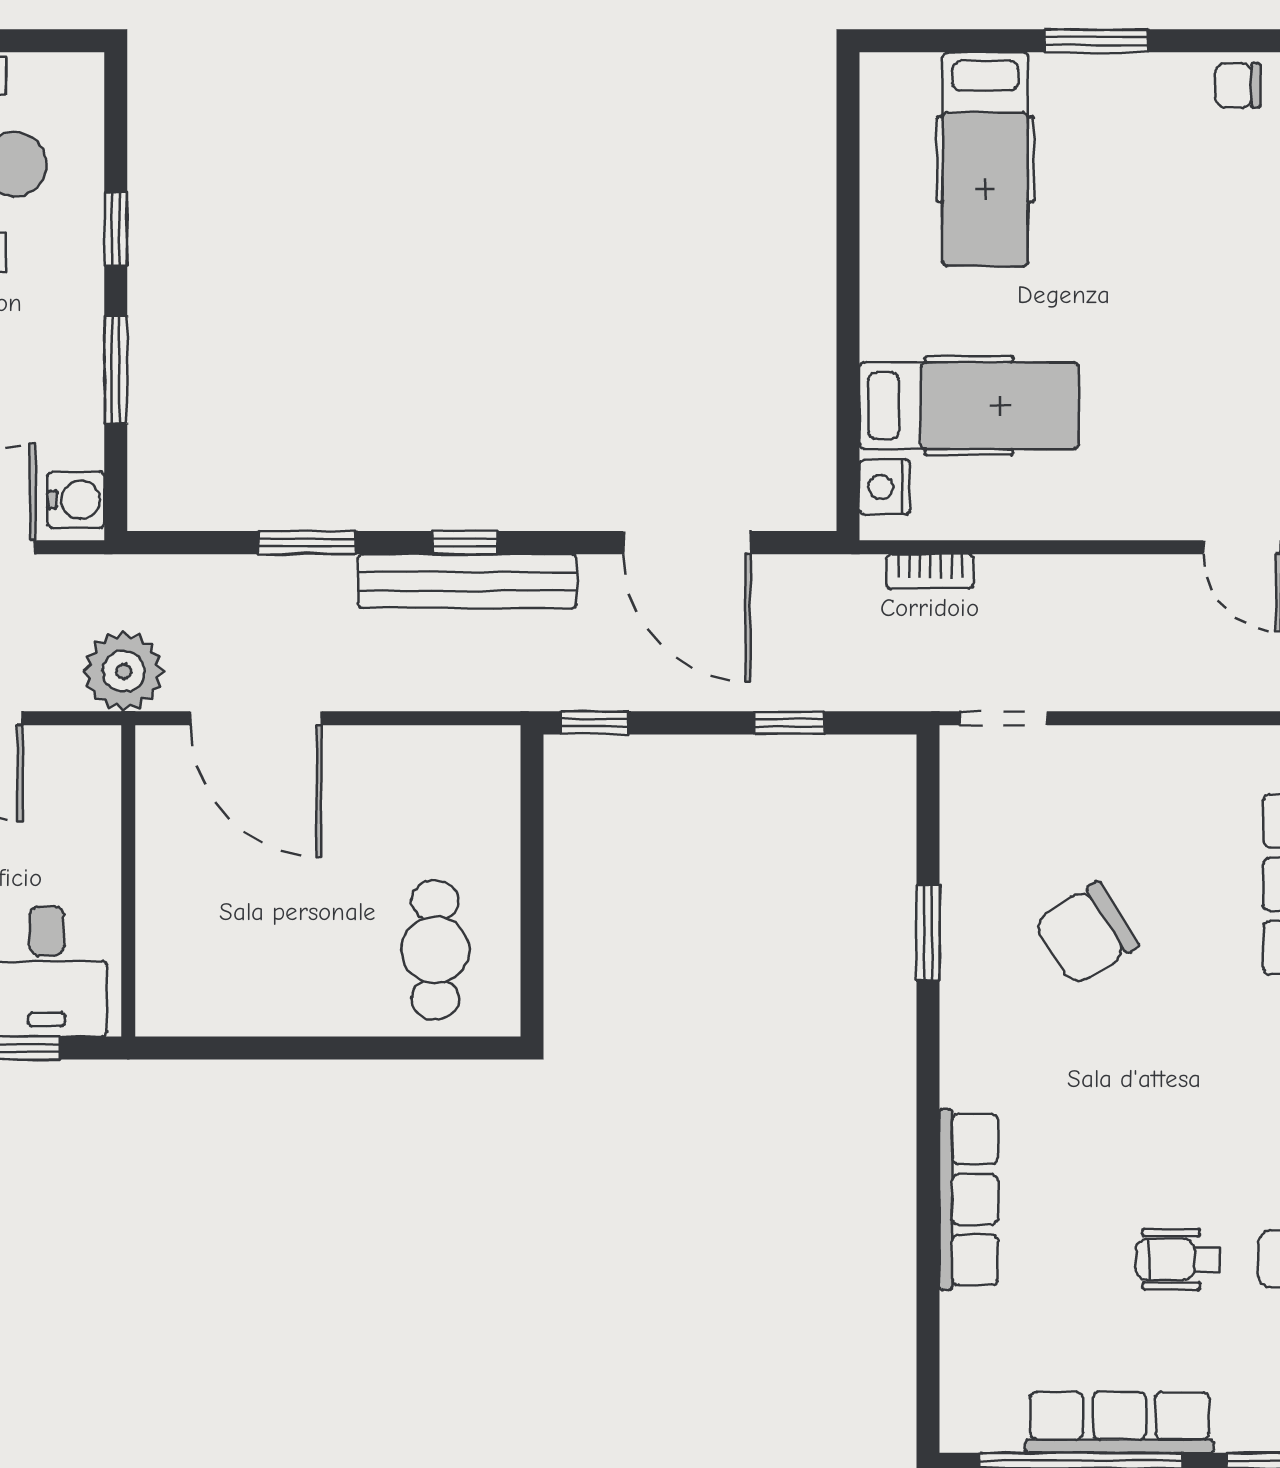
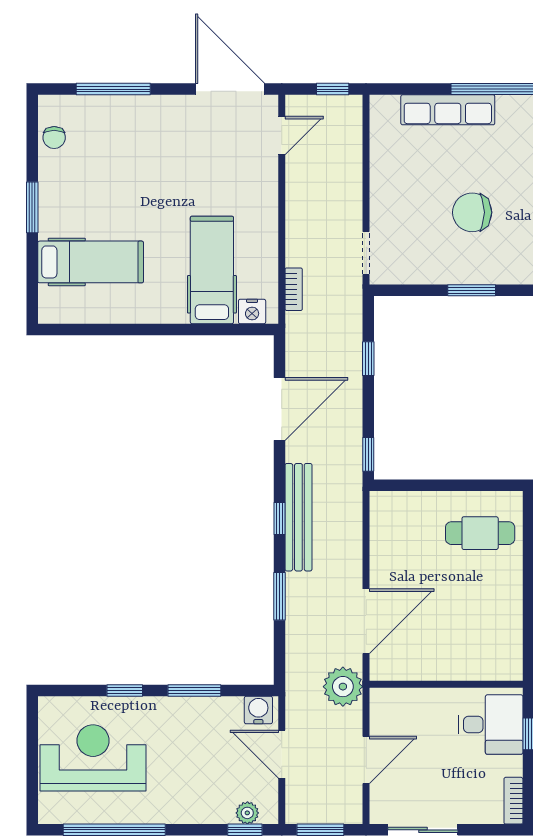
chair: (1086, 934) -> (472, 212), turned 122

